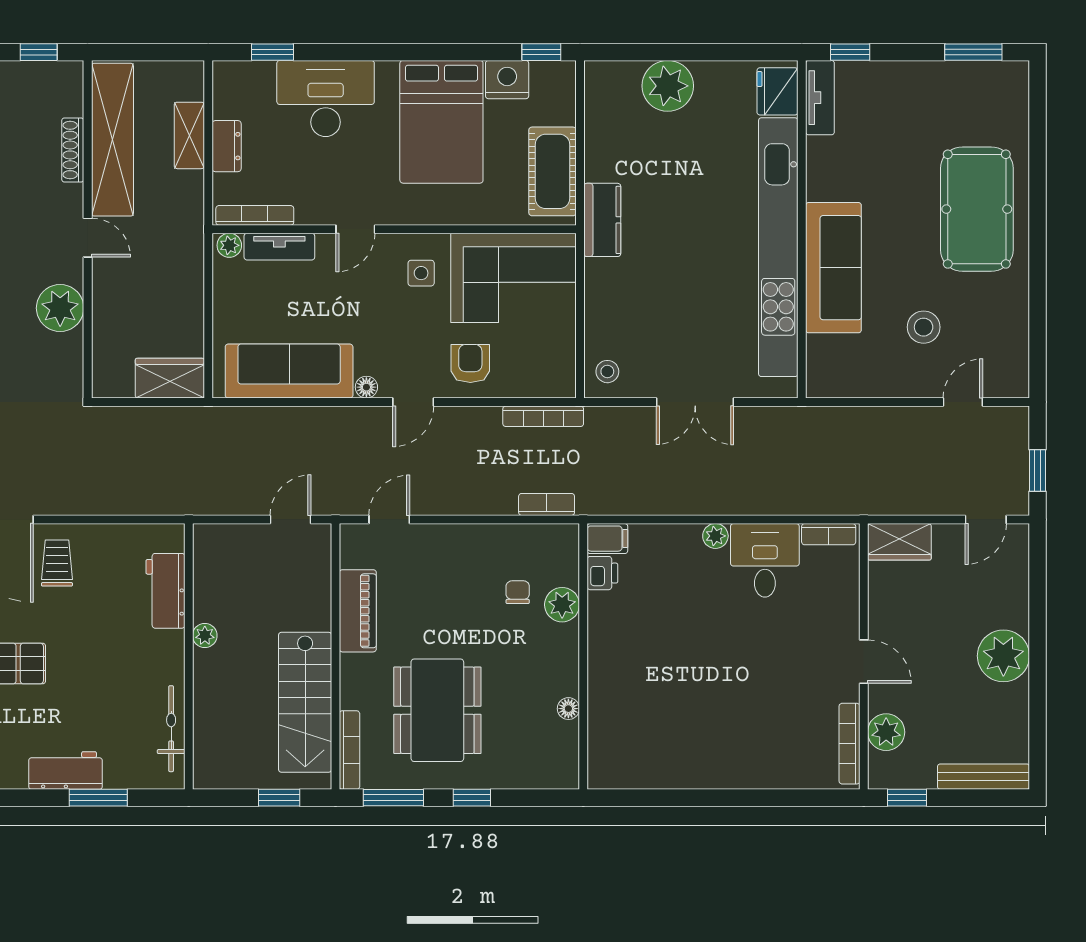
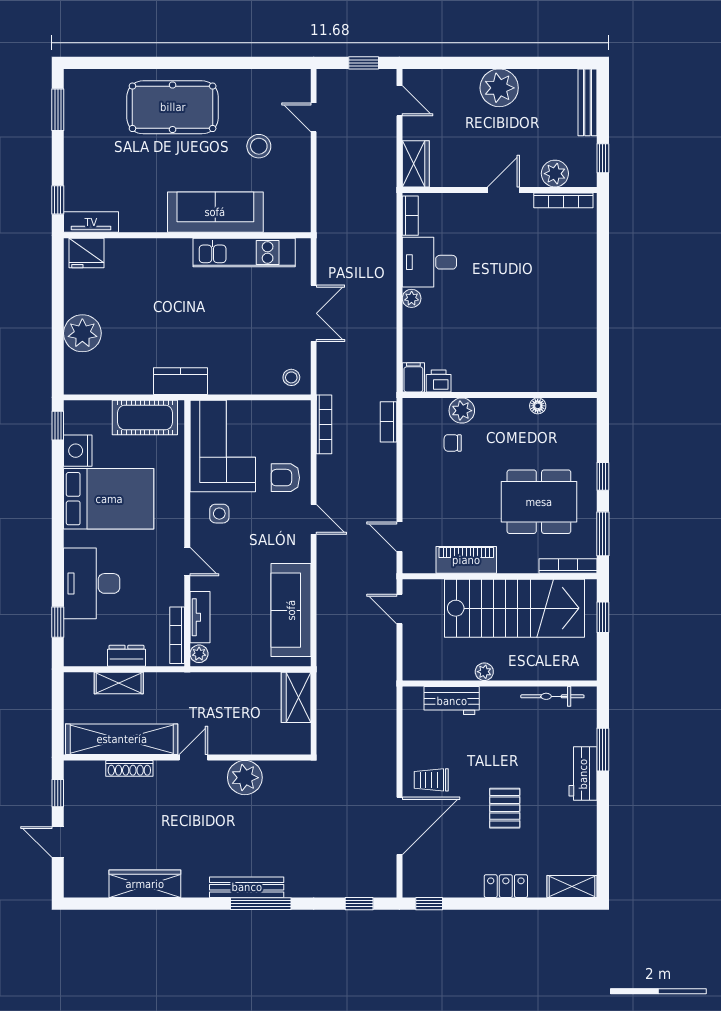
kitchen unit: (778, 247) -> (244, 252), width x0.54
floor lamp: (366, 387) -> (303, 554), removed
stairs: (305, 702) -> (514, 608), width x1.36, depth x1.51

